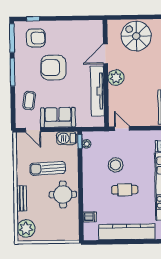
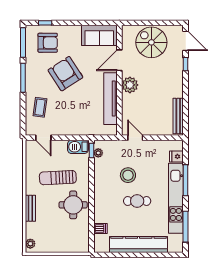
armchair: (53, 68) -> (65, 74), turned 57
sofa: (58, 117) -> (99, 35), moved, turned 180
plant: (26, 228) -> (30, 244), width x0.53, depth x0.53

